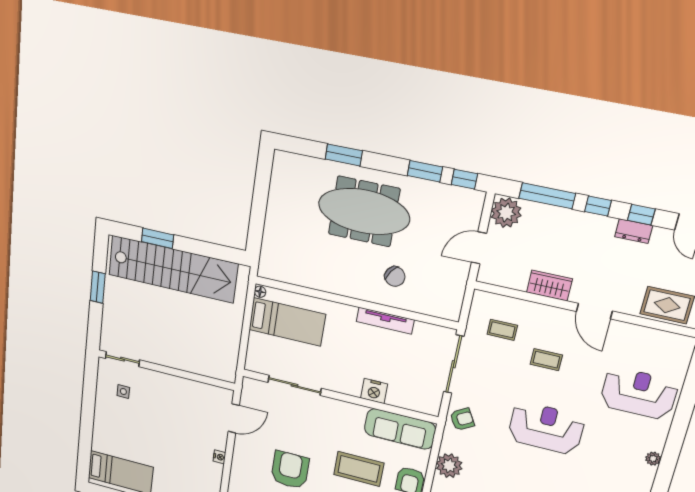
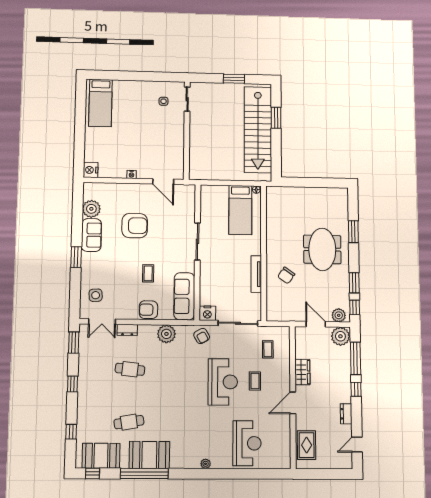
plant: (472, 208) -> (339, 315), added
meeting table: (364, 211) -> (322, 249), width x0.73
window: (641, 215) -> (356, 416), removed
sliding door: (295, 385) -> (197, 241), moved
nightstand: (374, 391) -> (207, 313), moved, turned -90
reception desk: (546, 428) -> (223, 382), moved
coffee table: (359, 469) -> (148, 273), width x0.54, depth x0.58

